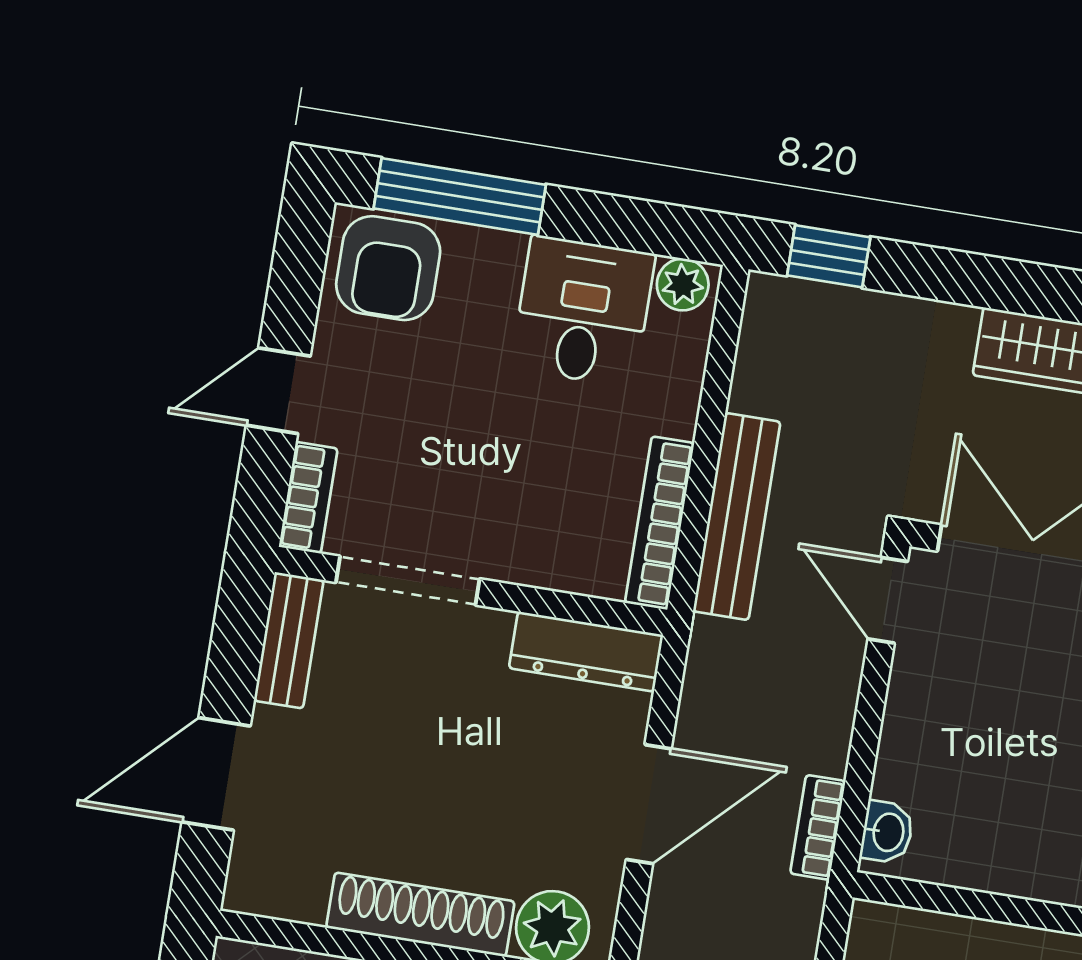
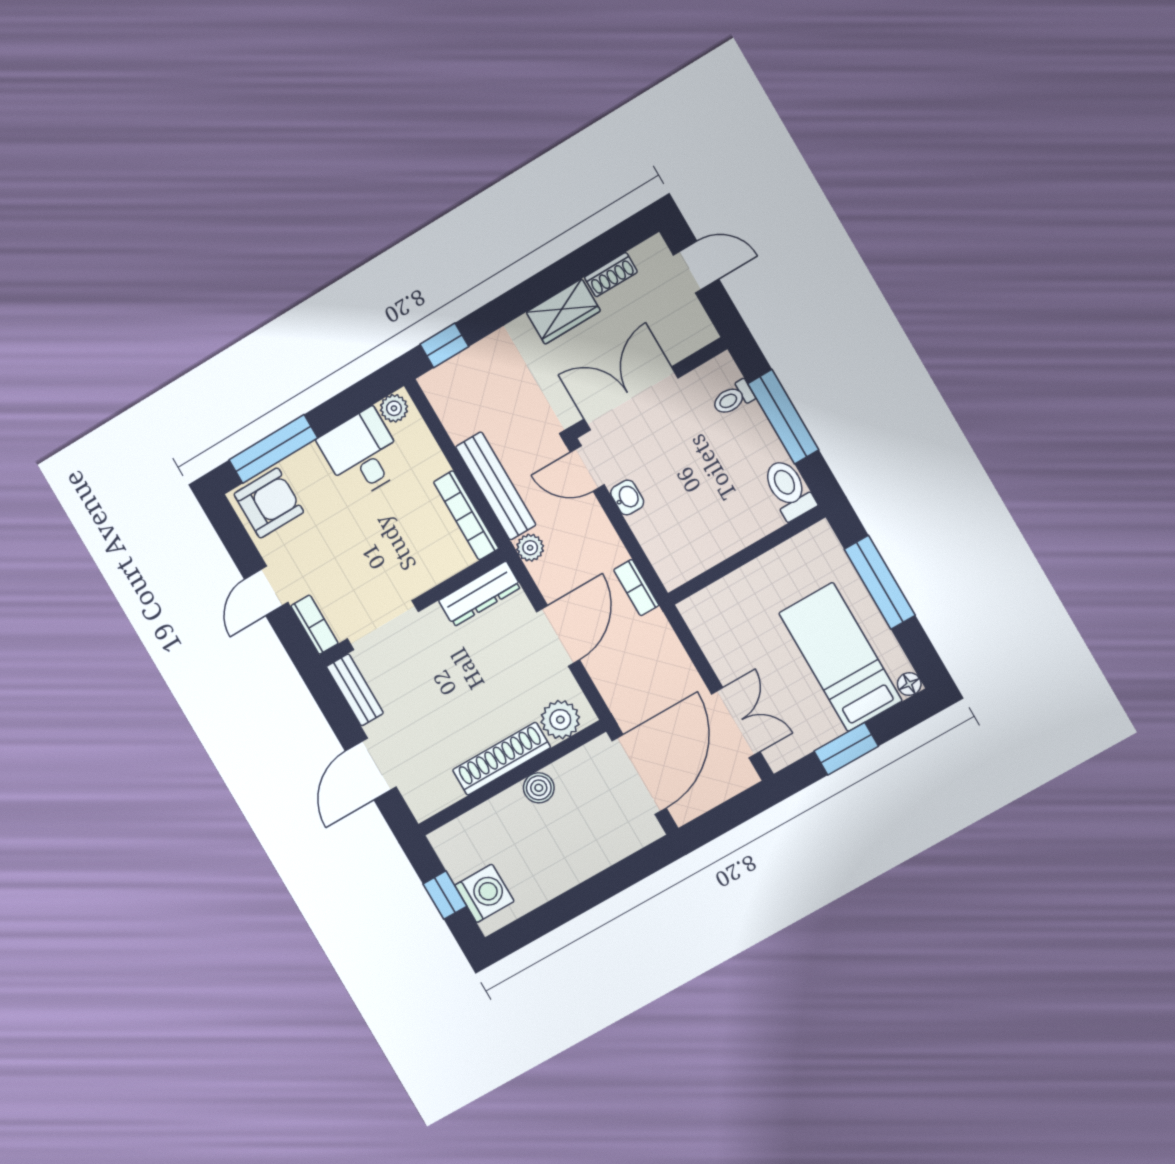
armchair: (388, 268) -> (269, 503), turned -90
plant: (713, 645) -> (530, 548), added
washbasin: (887, 832) -> (627, 497), moved

